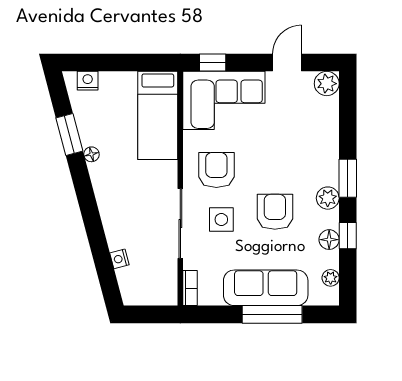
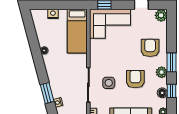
nightstand: (88, 81) -> (53, 14), moved
window: (69, 135) -> (47, 93), moved
armchair: (216, 170) -> (150, 48), moved

